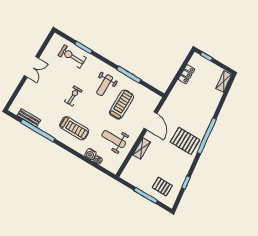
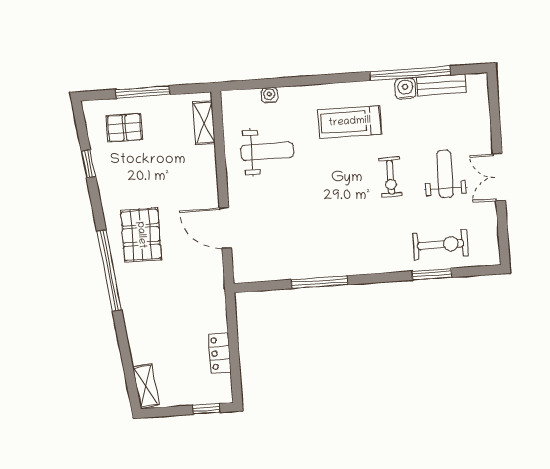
weight bench: (105, 85) -> (445, 174), moved
treadmill: (121, 105) -> (296, 221), removed
pallet: (185, 141) -> (141, 235), turned 90
shelving: (142, 148) -> (204, 123), moved
water cooler: (90, 154) -> (405, 89), moved

